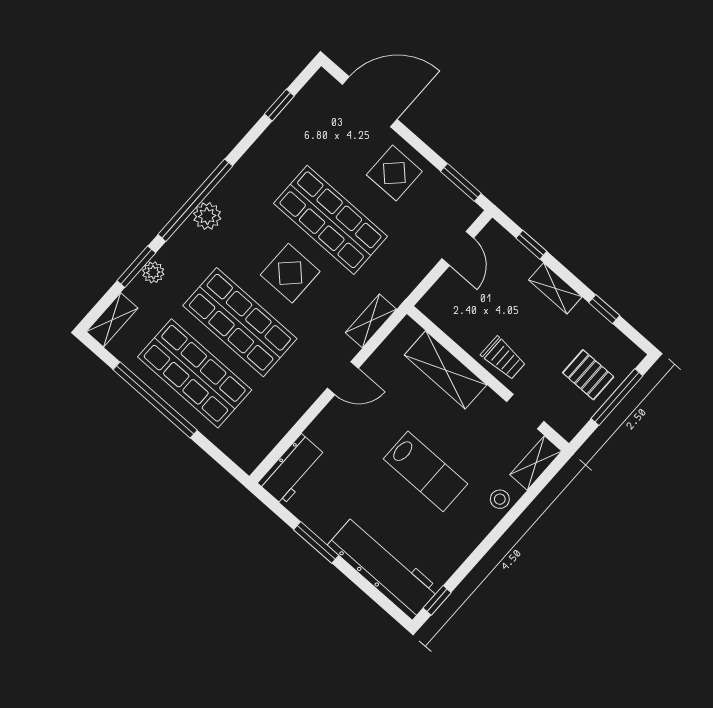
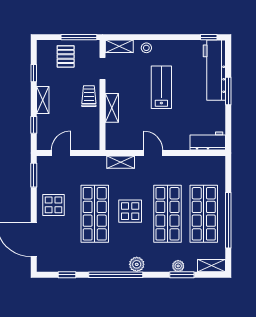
window: (195, 200) -> (116, 275), moved
shelving: (445, 370) -> (112, 108), width x0.67, depth x0.75
window: (617, 397) -> (79, 37), moved
window: (316, 542) -> (228, 91), moved

